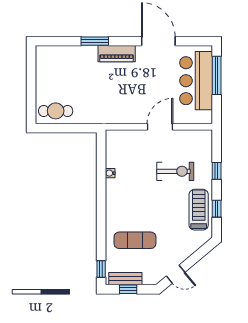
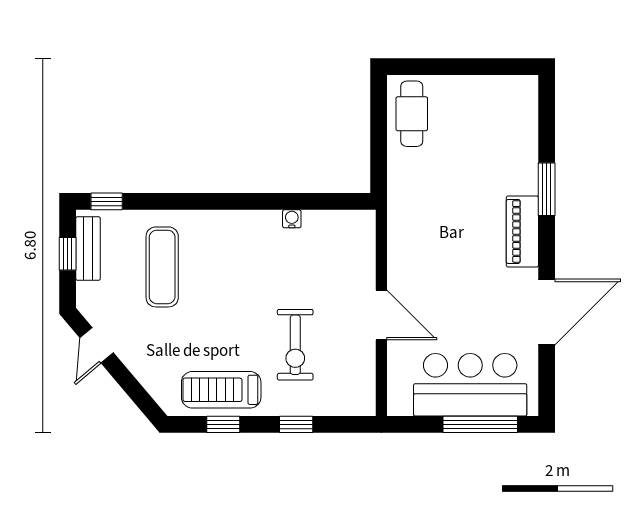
treadmill: (199, 210) -> (221, 390), turned 180

